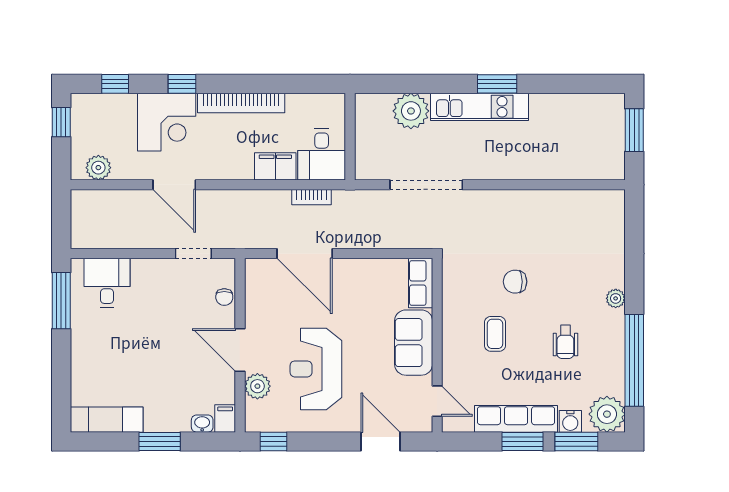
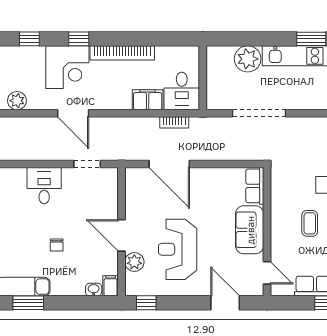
desk: (107, 283) -> (44, 186), moved
chair: (224, 297) -> (57, 245), moved
window: (160, 441) -> (28, 303), moved

